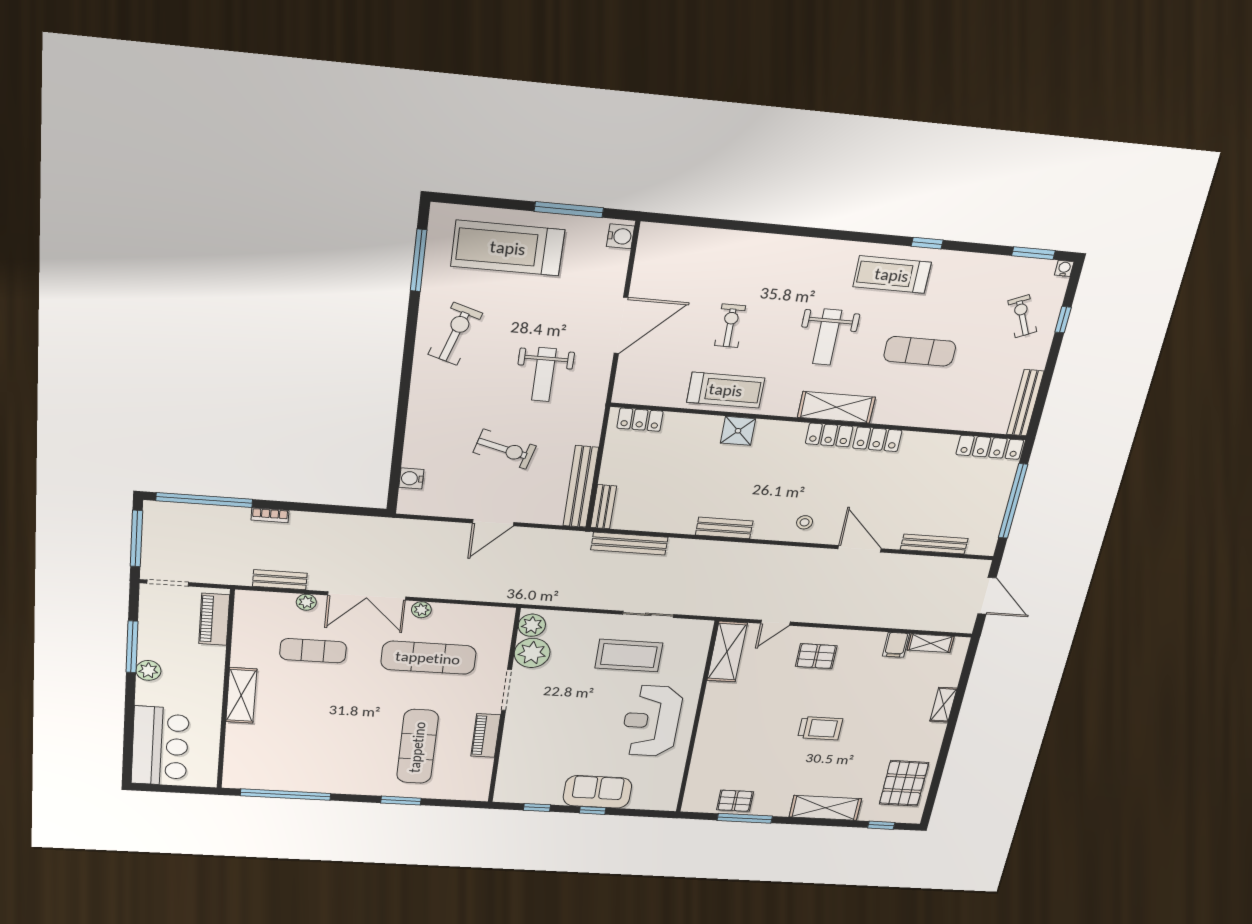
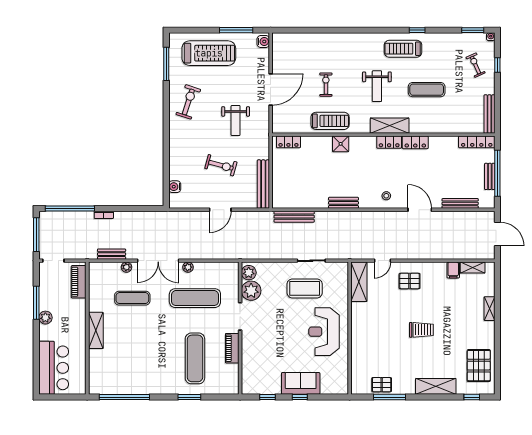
treadmill: (508, 248) -> (209, 53), turned 180
bench: (603, 507) -> (490, 176), moved

